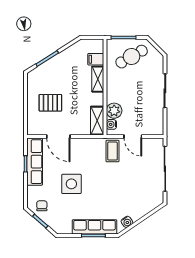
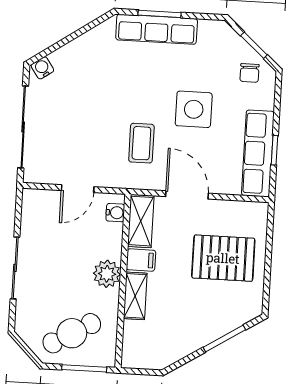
filing cabinet: (96, 59) -> (141, 260), moved
pallet: (50, 103) -> (223, 258), width x1.50, depth x1.42
plant: (114, 111) -> (107, 274), moved
door: (58, 136) -> (187, 195), moved
door: (133, 136) -> (78, 189), swing flipped
coffee table: (112, 151) -> (141, 143), moved
water cooler: (127, 222) -> (42, 68), moved

